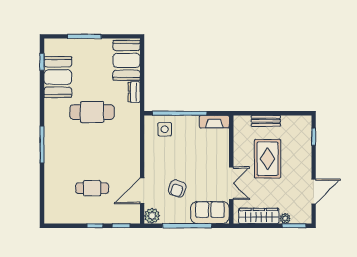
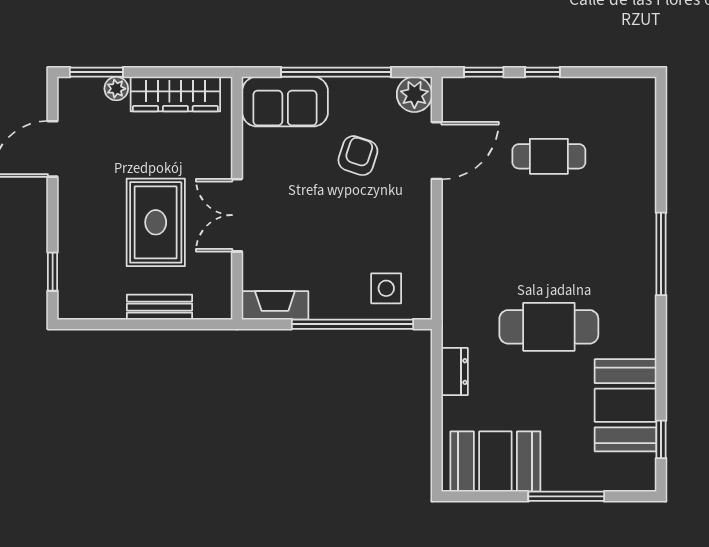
booth: (127, 60) -> (495, 461), moved, turned 90
double door: (231, 183) -> (237, 215), moved

